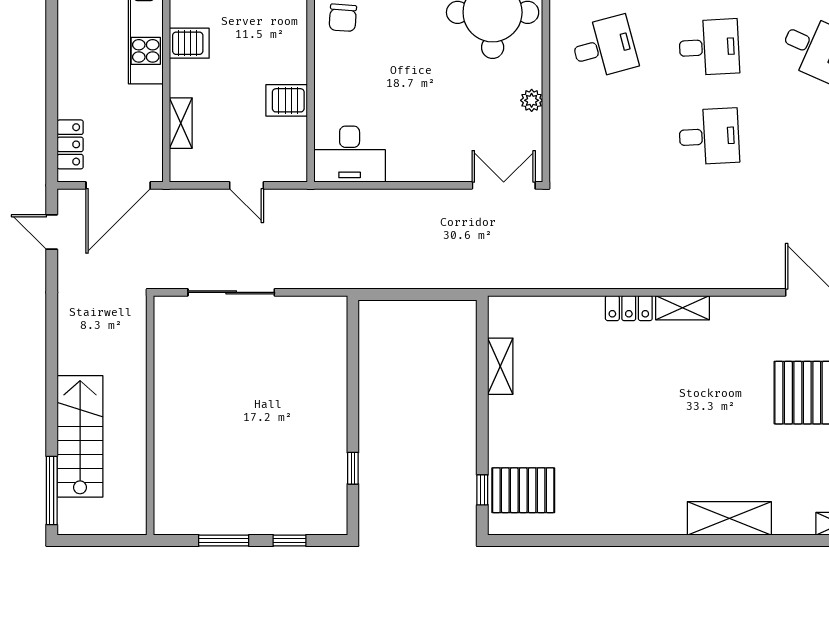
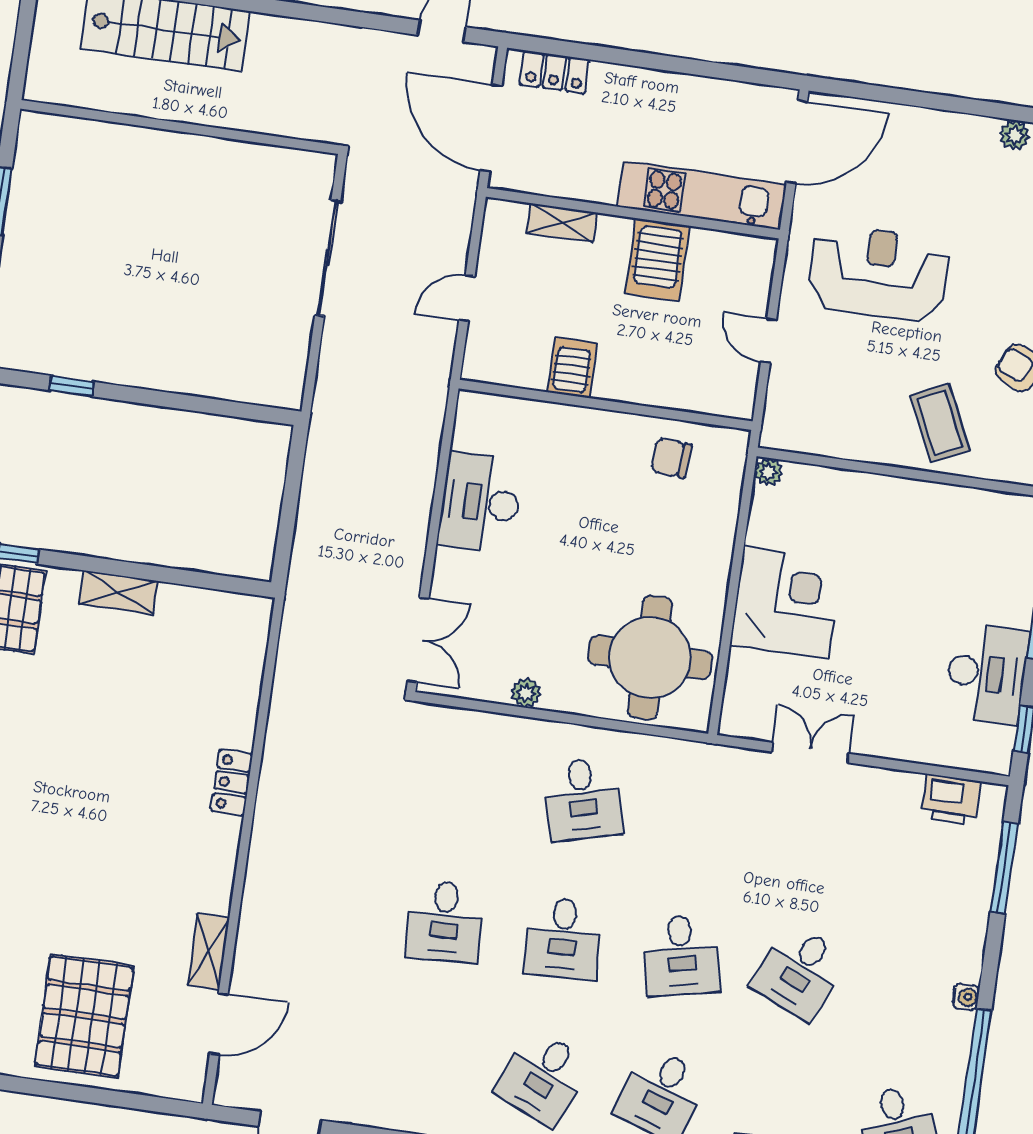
server rack: (189, 43) -> (657, 260), width x1.36, depth x1.44
desk: (350, 154) -> (480, 503), moved
shelving: (683, 308) -> (208, 952), moved
shelving: (500, 366) -> (118, 592), moved

